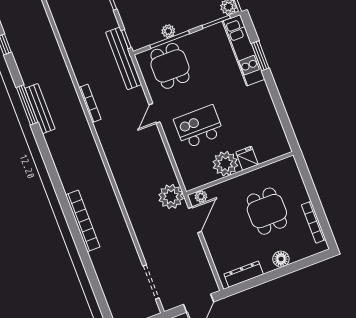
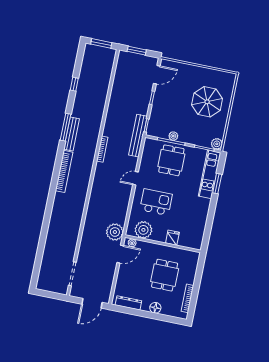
dining table: (170, 66) -> (171, 160), moved
plant: (225, 164) -> (143, 230), moved
bookcase: (83, 221) -> (64, 171), moved

